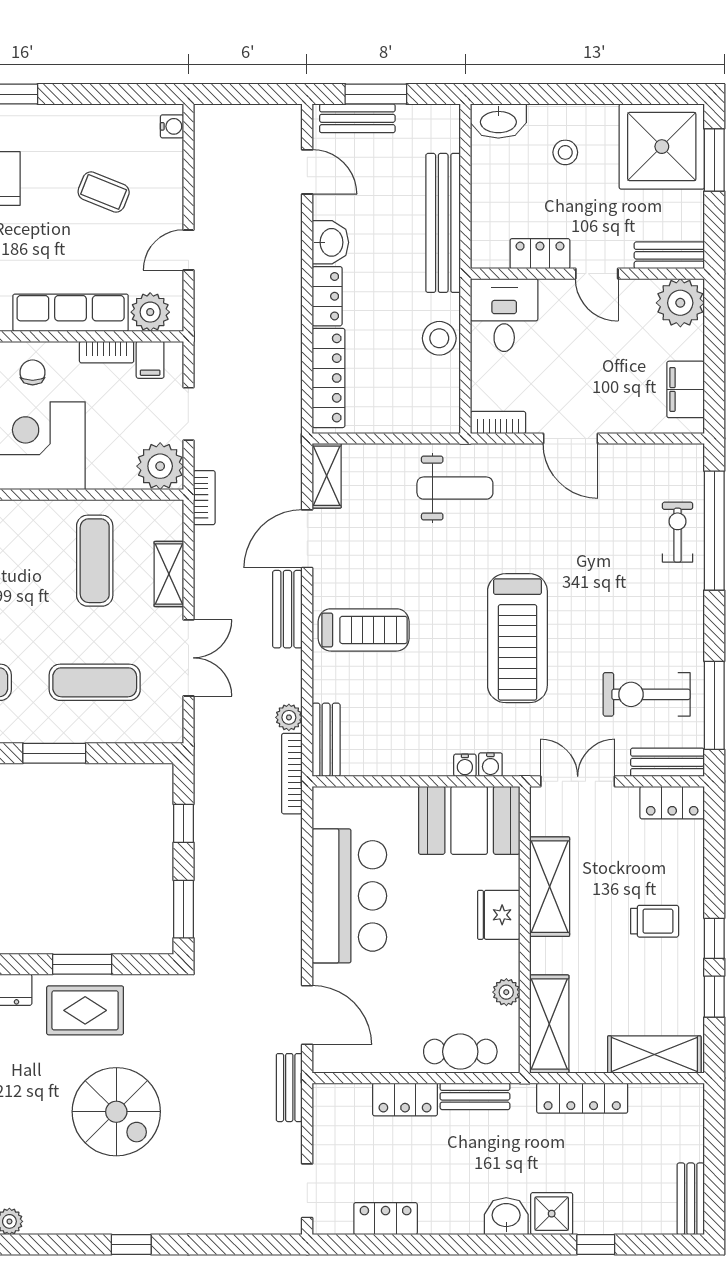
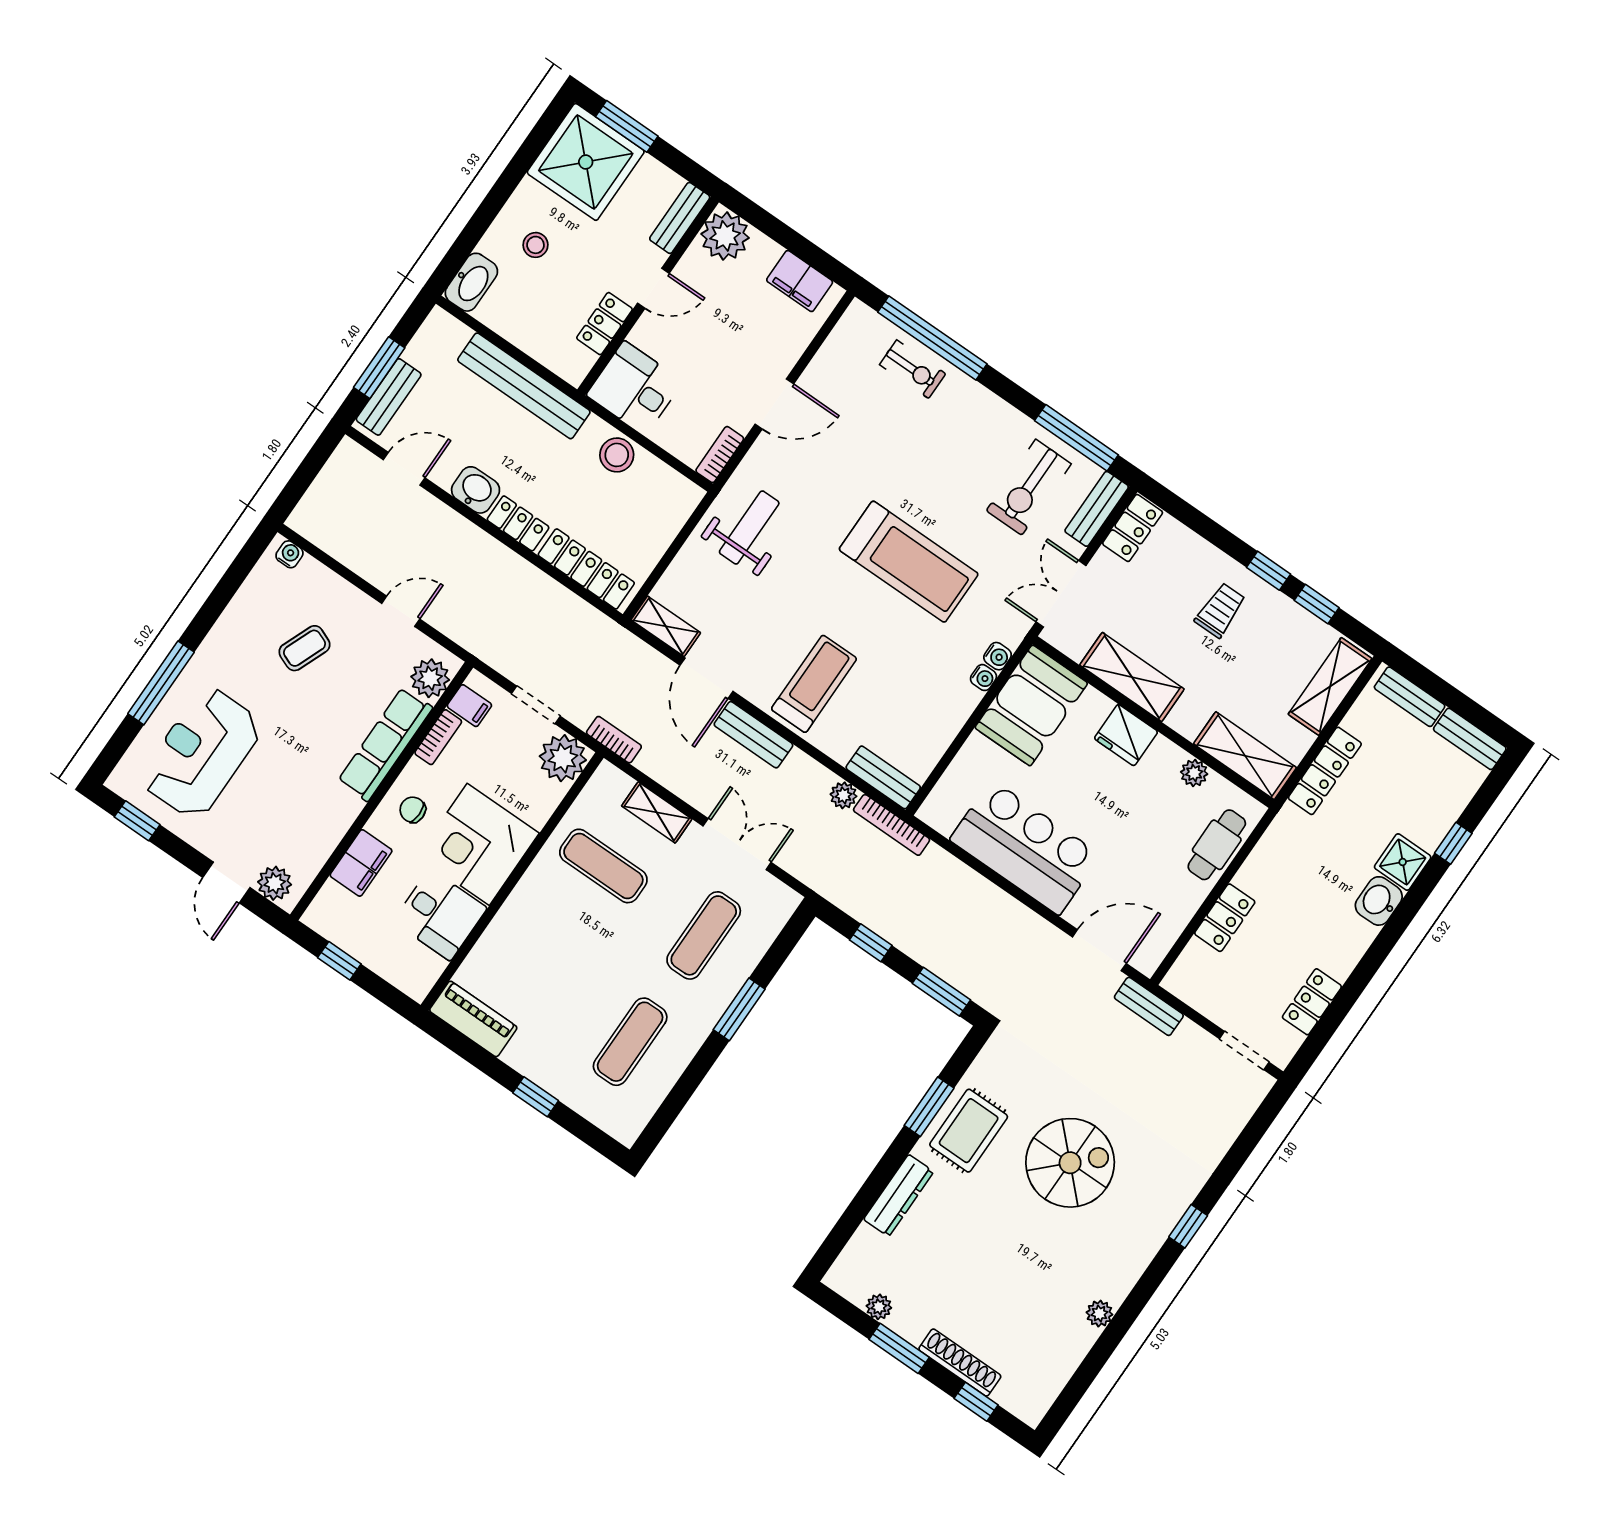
door: (188, 250) -> (401, 611), swing flipped
exercise bike: (678, 532) -> (913, 369), turned 180
bench: (475, 1096) -> (1410, 697), moved, turned 90

